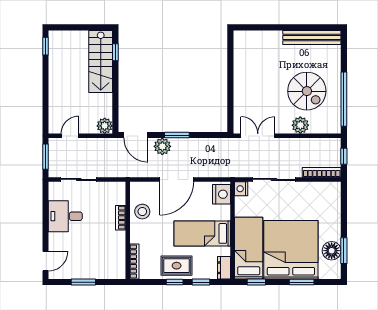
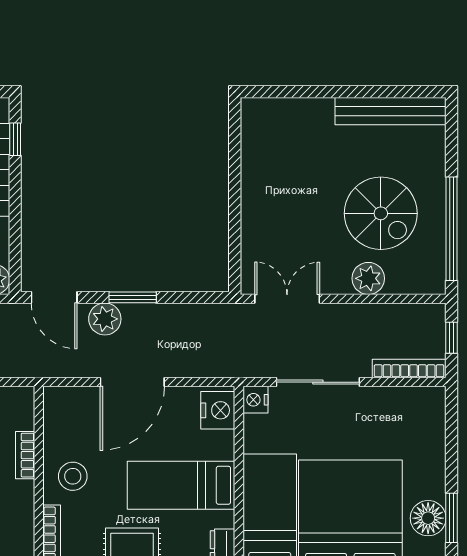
stool: (142, 212) -> (73, 476), moved

